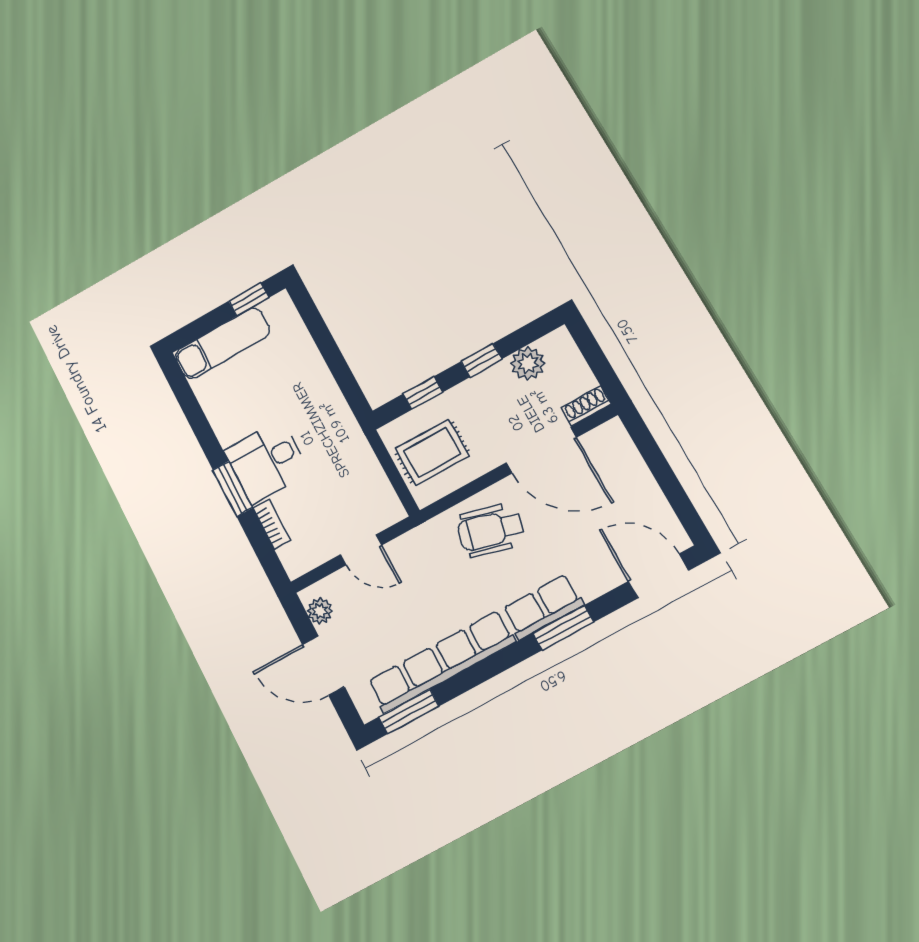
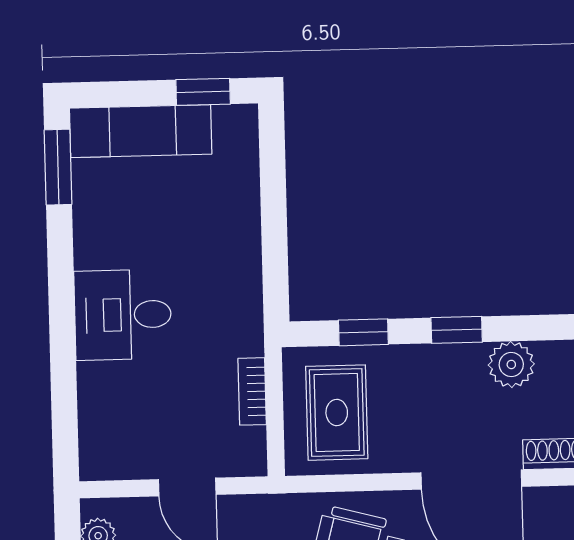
rug: (432, 452) -> (337, 413), turned 90
window: (233, 489) -> (58, 167), moved
bookcase: (272, 524) -> (252, 391), moved, turned 180

